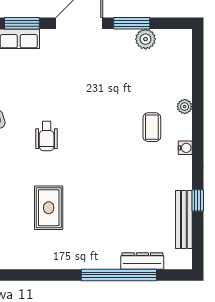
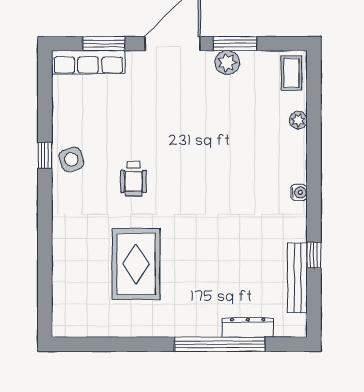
plant: (146, 39) -> (227, 63), moved
plant: (185, 107) -> (298, 120), moved
coffee table: (152, 127) -> (292, 73), moved
rug: (49, 208) -> (136, 264), width x1.36, depth x1.43

